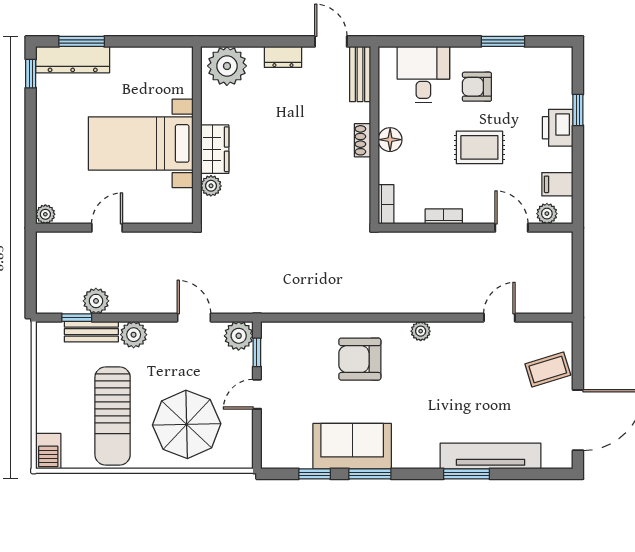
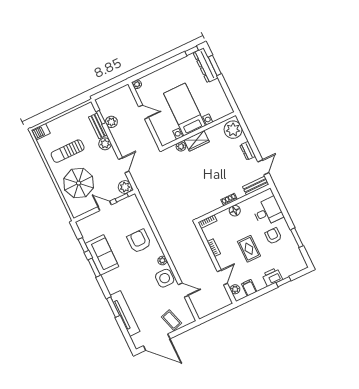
side table: (458, 343) -> (165, 278), added
sun lounger: (113, 416) -> (68, 151), width x0.73, depth x0.75

